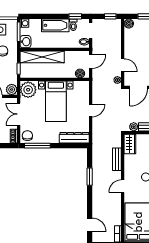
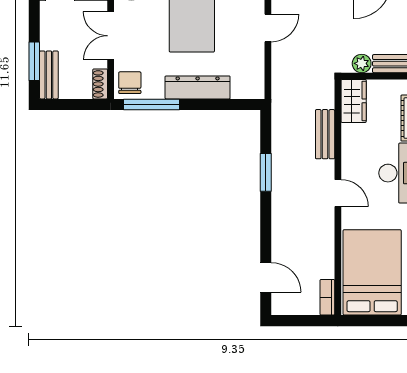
dresser: (74, 138) -> (198, 87), moved
door: (123, 186) -> (338, 193), swing flipped

